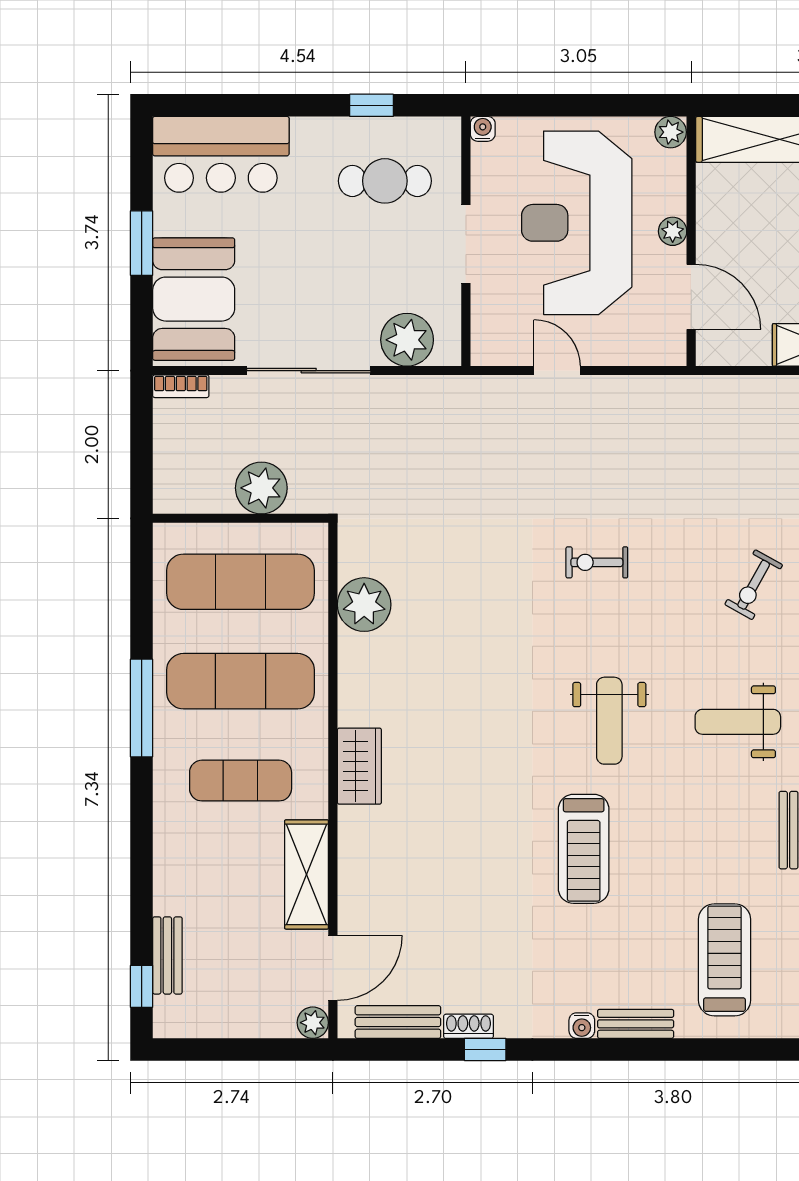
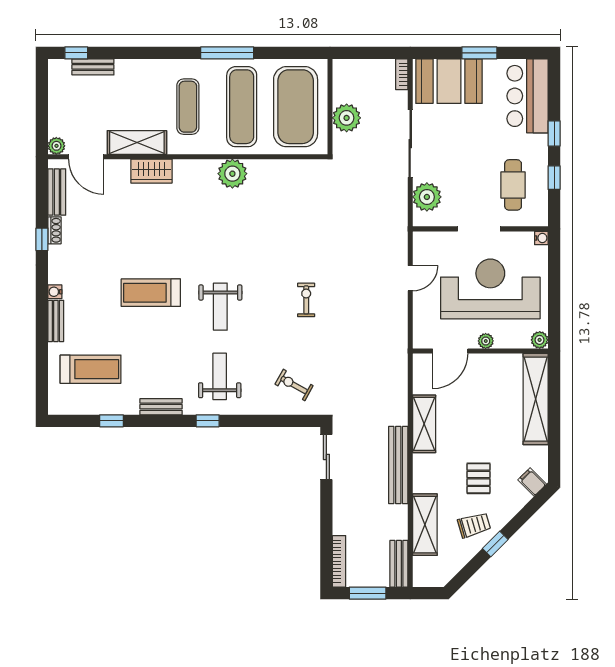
window: (290, 105) -> (554, 133), added
exercise mat: (241, 582) -> (296, 107), width x1.47
plant: (364, 605) -> (232, 174), moved
weight bench: (609, 721) -> (220, 307), turned -90
wardrobe: (359, 766) -> (151, 171), moved

